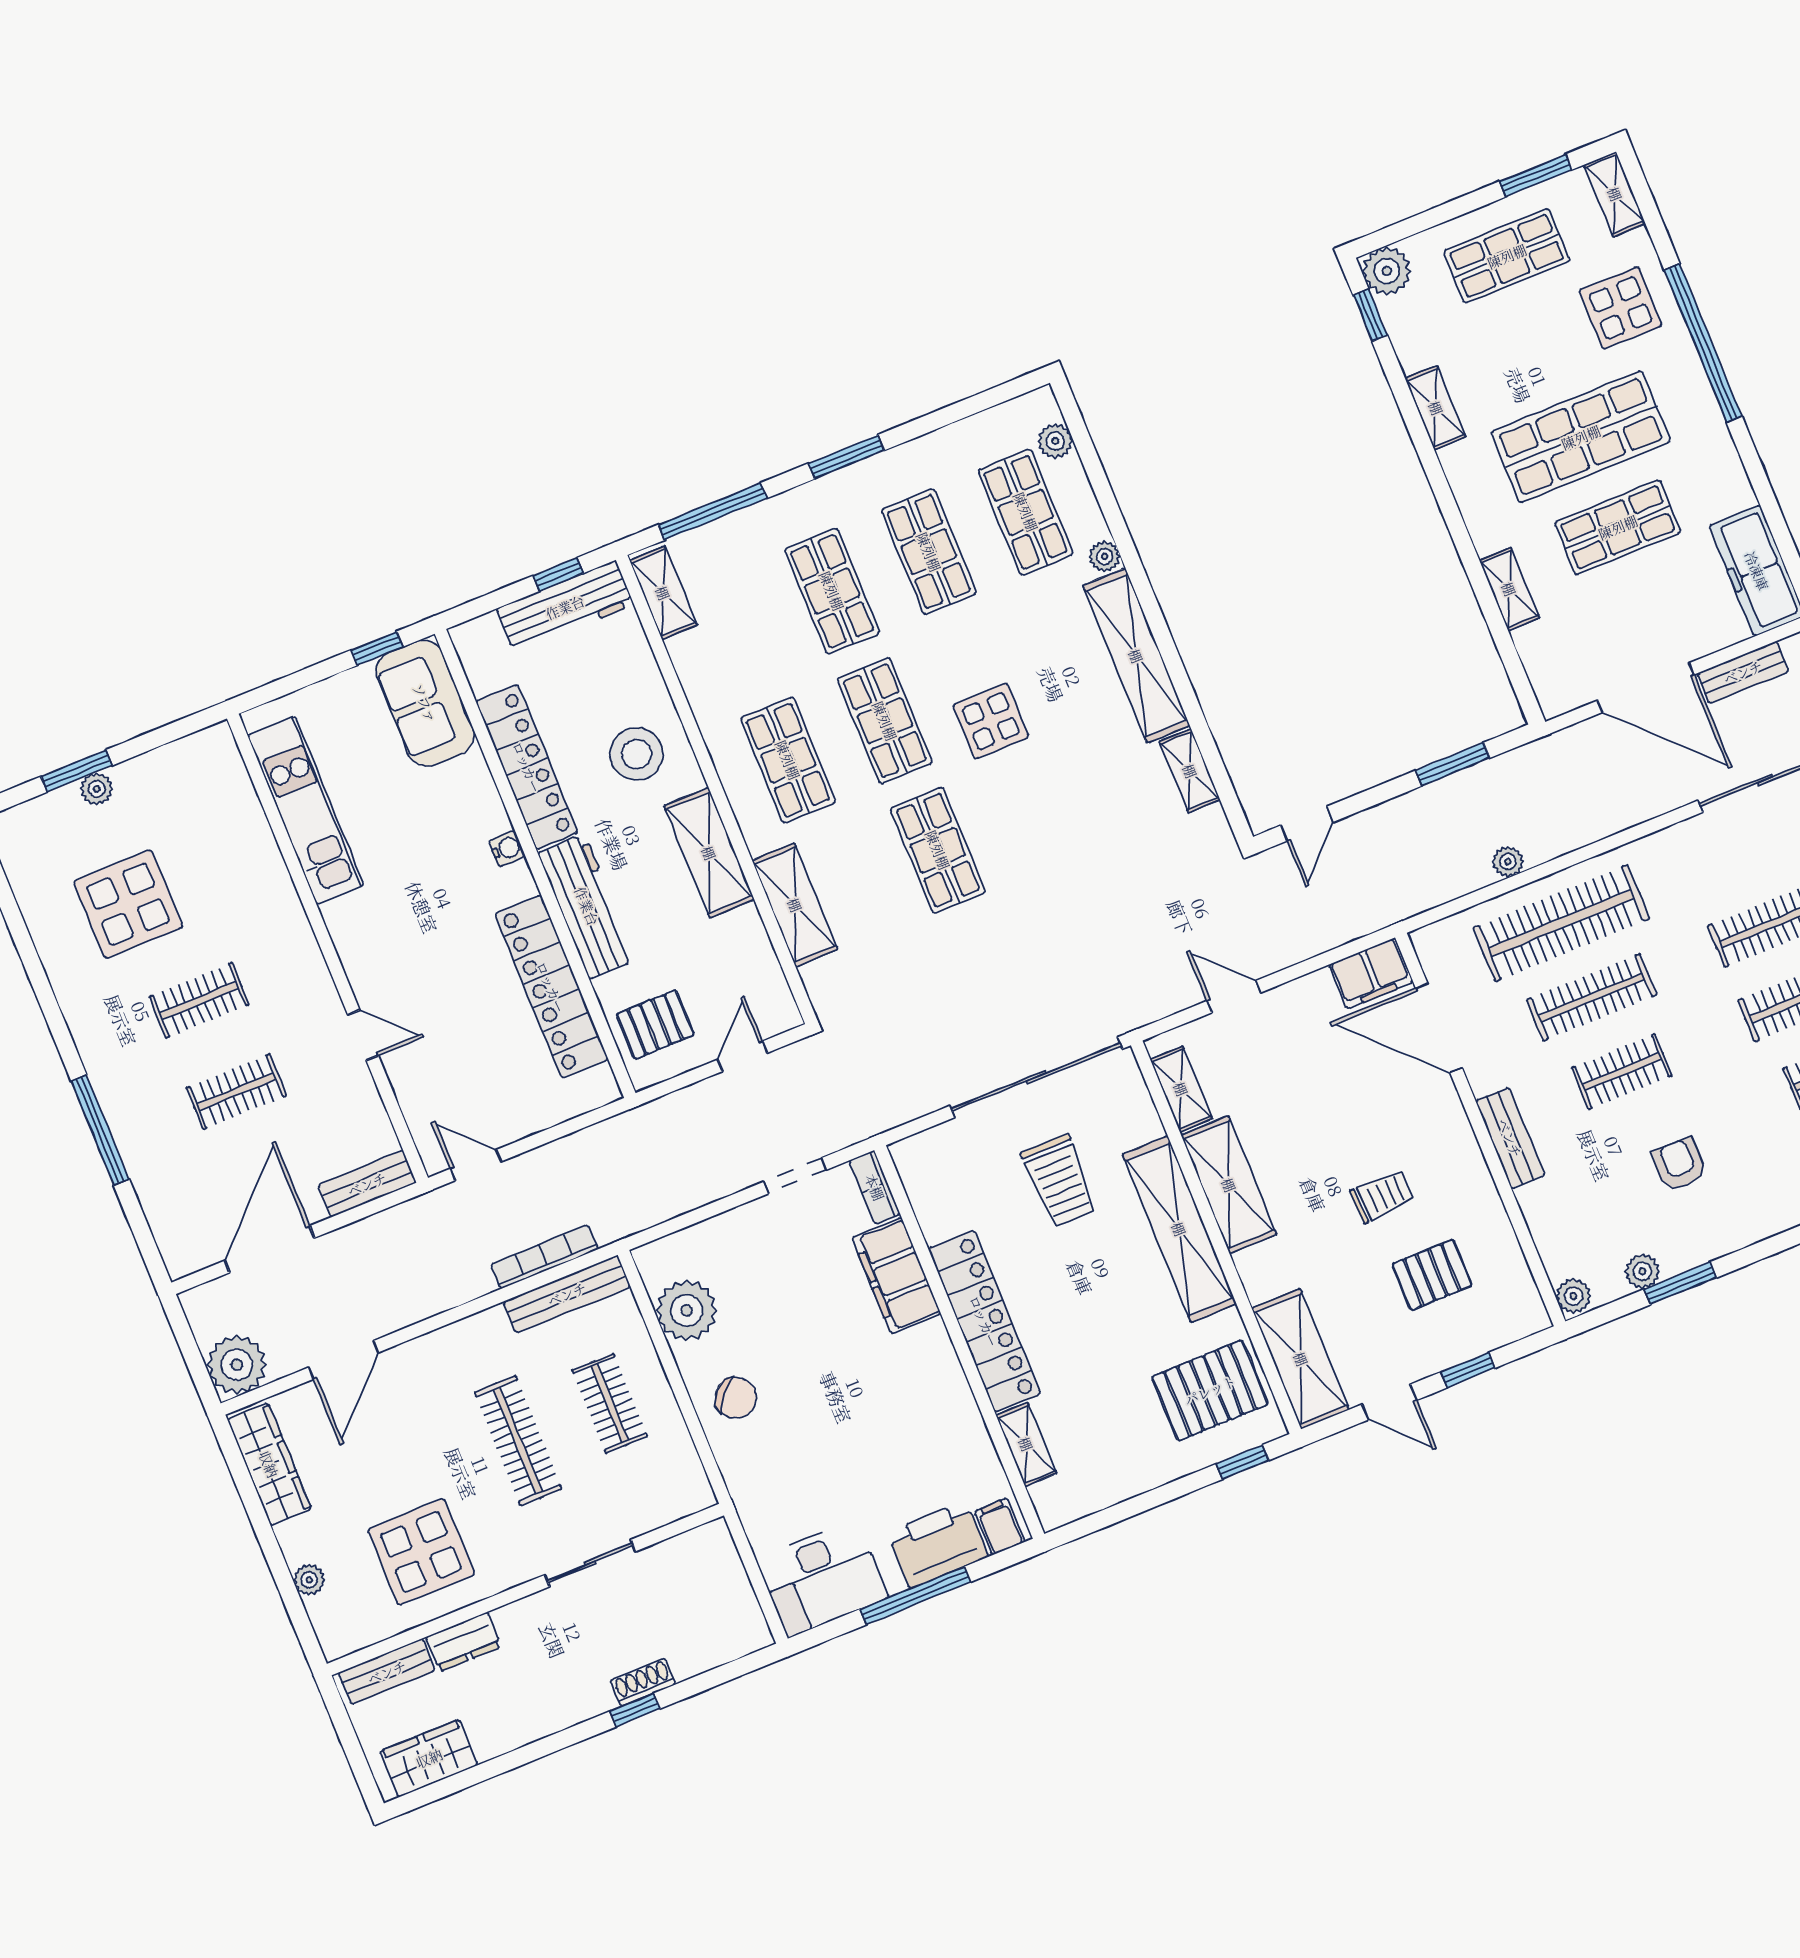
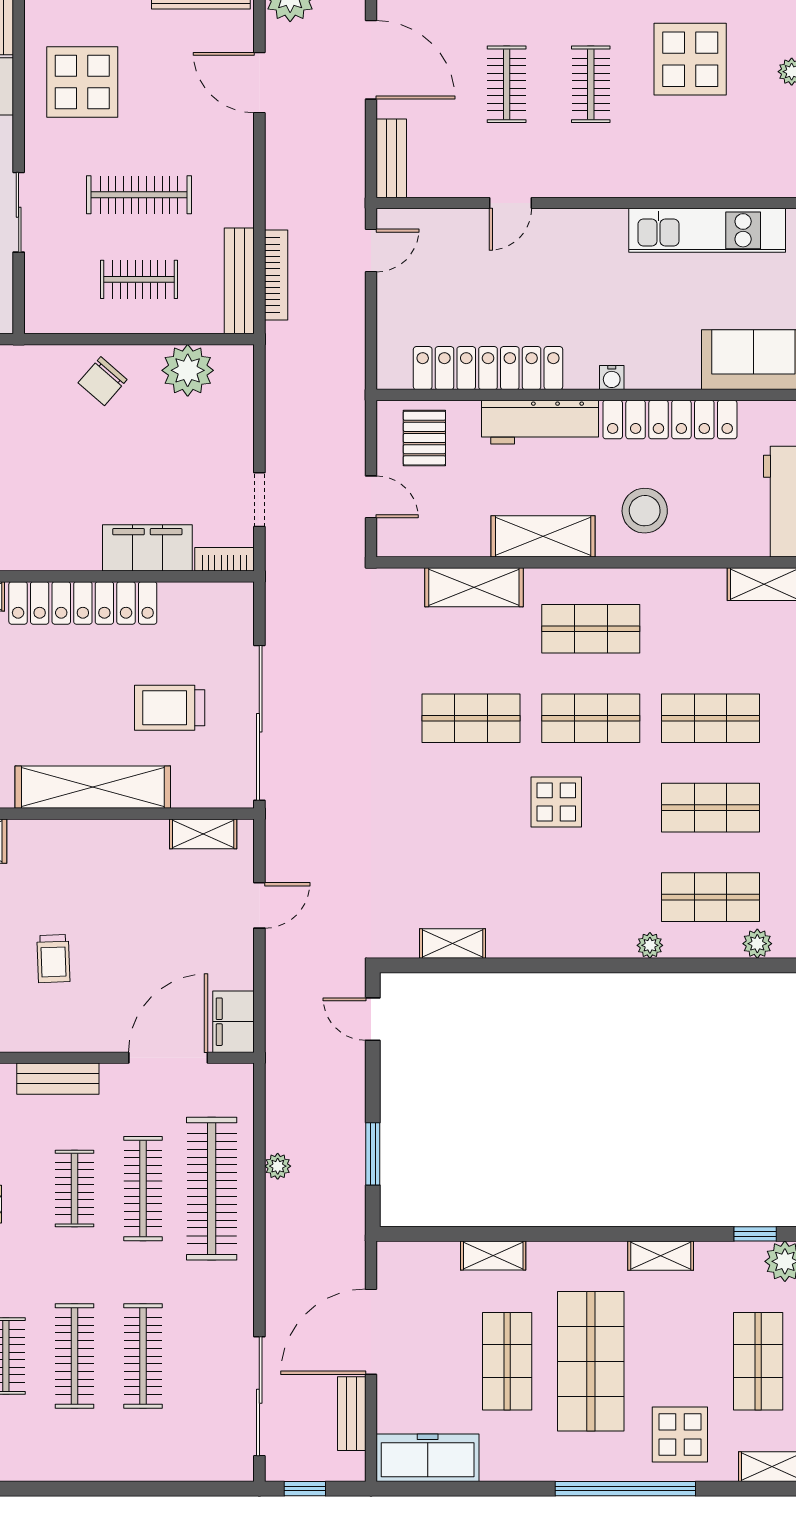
shelving: (1136, 656) -> (561, 938), removed
shelving: (1229, 1185) -> (112, 841), removed

